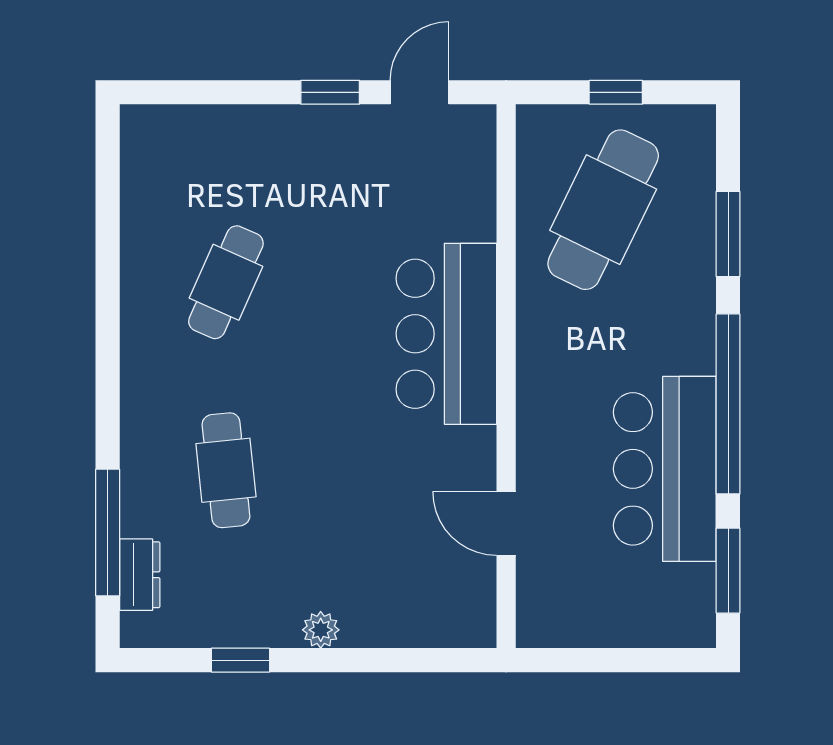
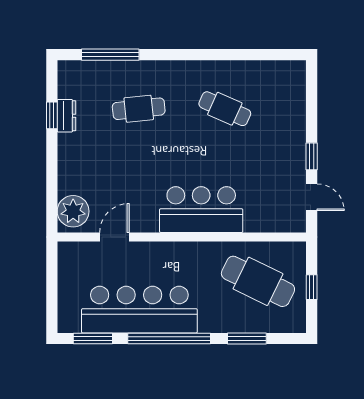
bar counter: (665, 469) -> (139, 310), width x1.36
dresser: (140, 575) -> (66, 116), moved, turned -90
plant: (321, 630) -> (73, 211), moved, width x1.87, depth x1.87

